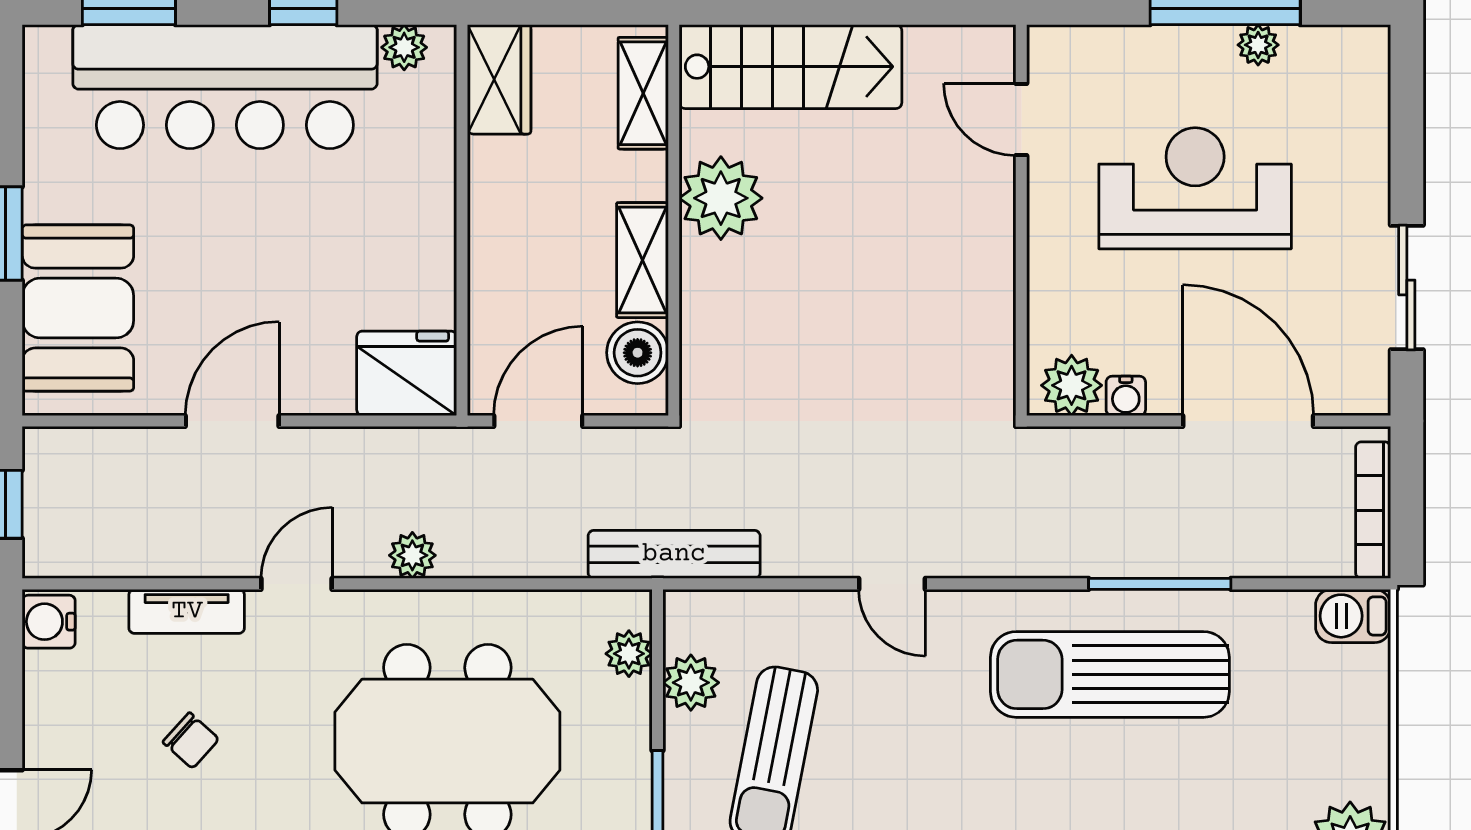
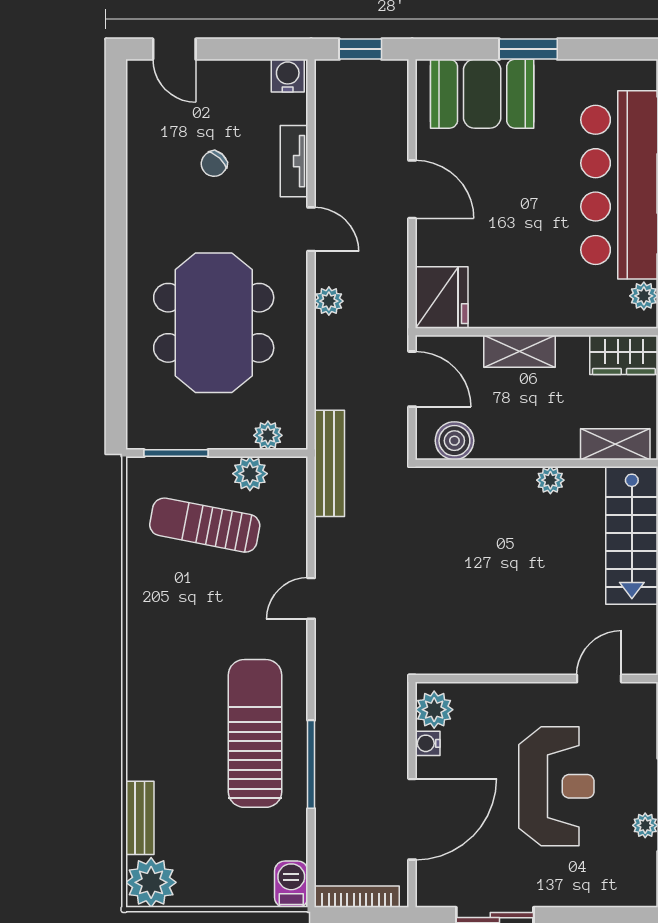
plant: (721, 198) -> (550, 480), width x0.53, depth x0.53
shelving: (642, 260) -> (519, 351), moved

